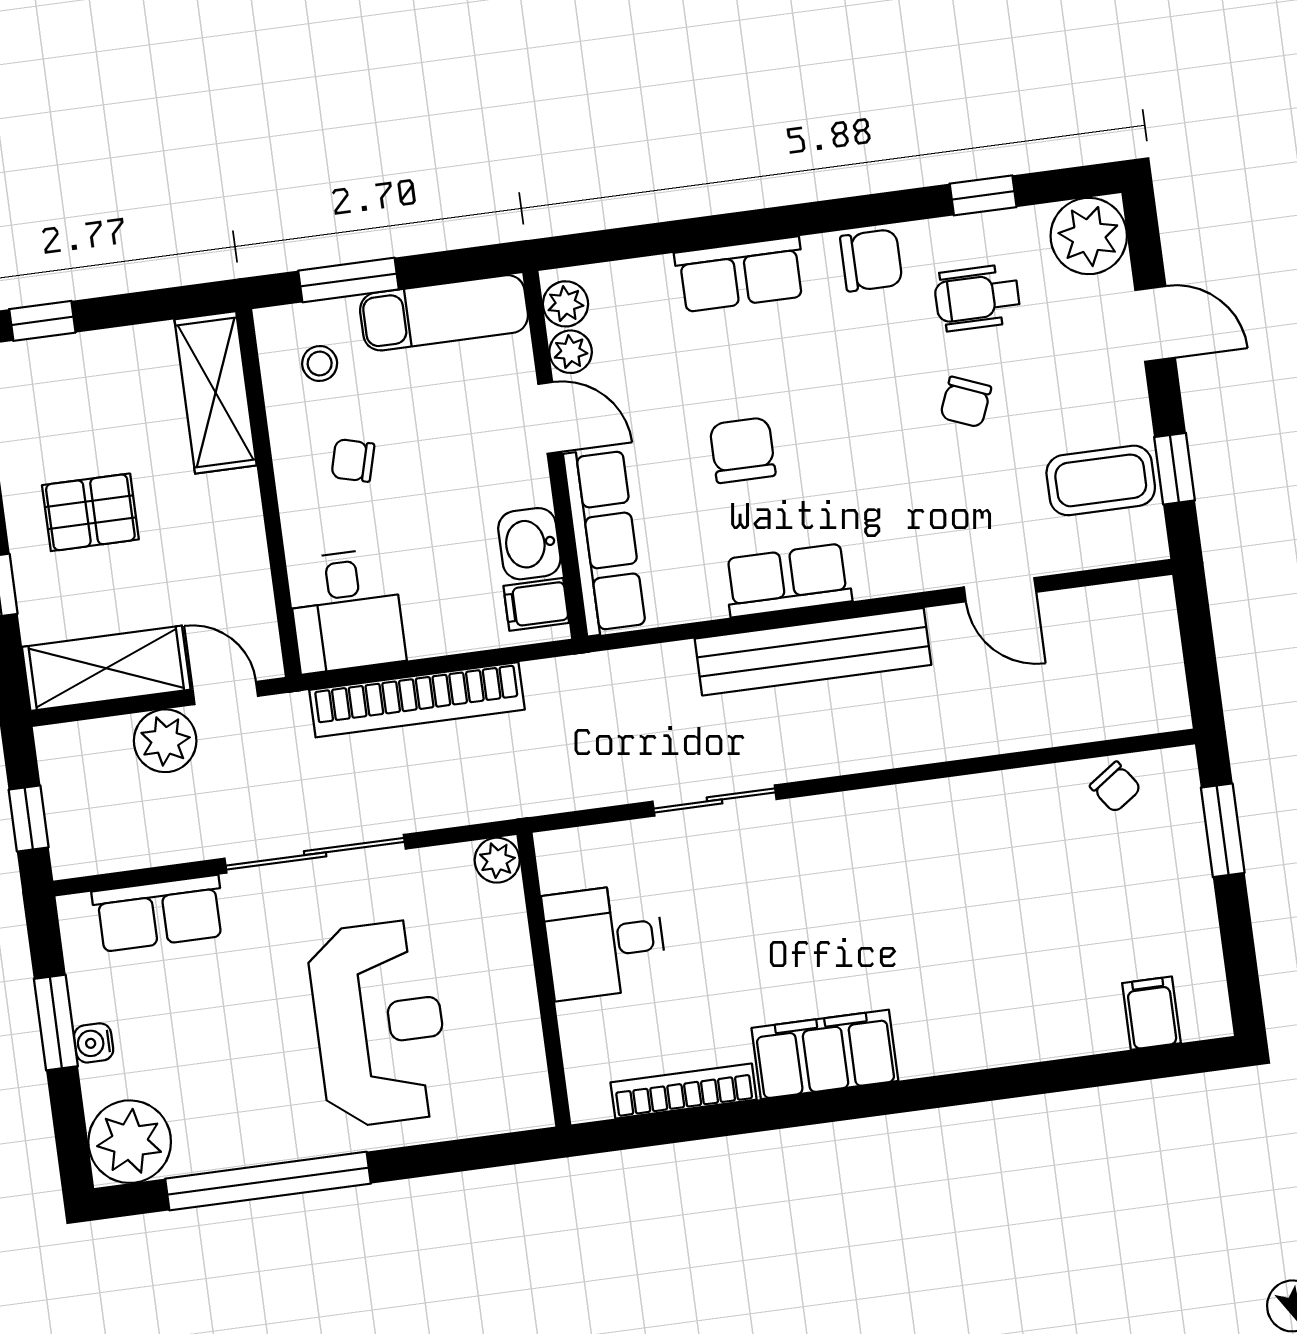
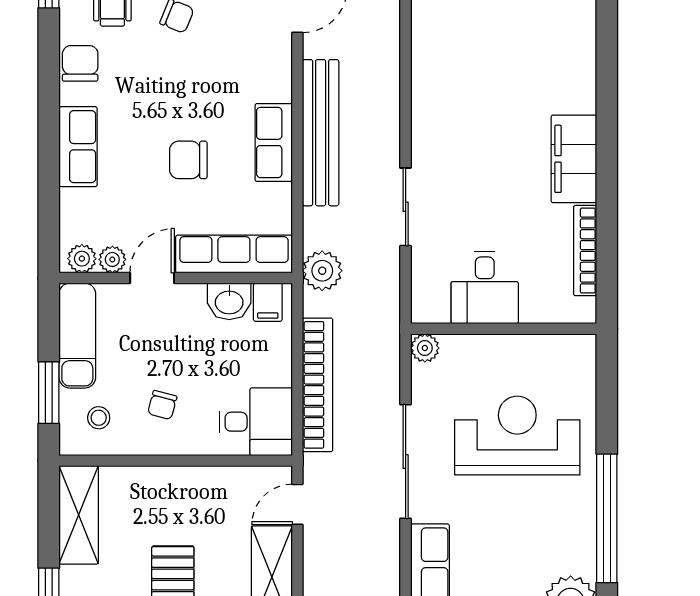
shelving: (216, 392) -> (79, 515), moved, turned 90
plant: (165, 741) -> (322, 271), moved

